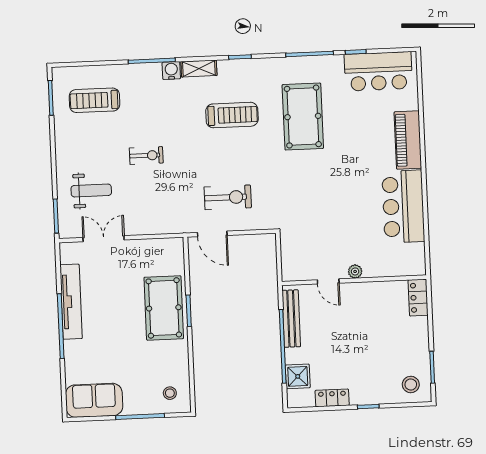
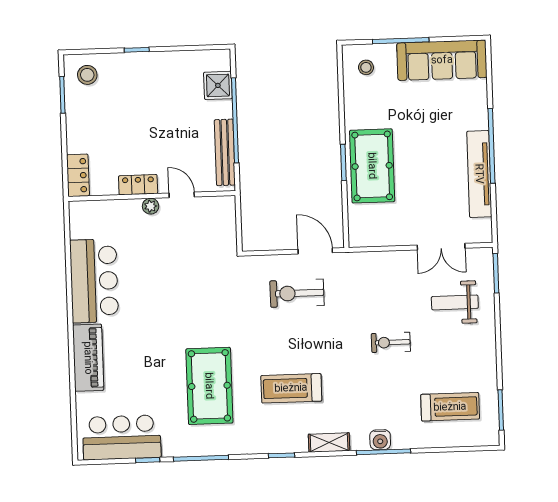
water cooler: (171, 71) -> (380, 440), moved
locker: (332, 398) -> (138, 185), moved, turned 180
sofa: (94, 400) -> (442, 60), width x1.36

